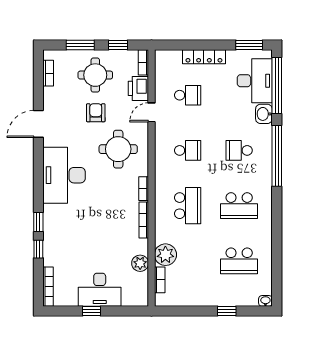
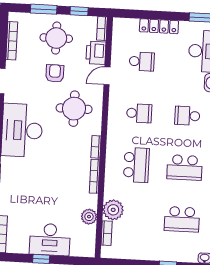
bookcase: (48, 73) -> (12, 41), width x1.56

